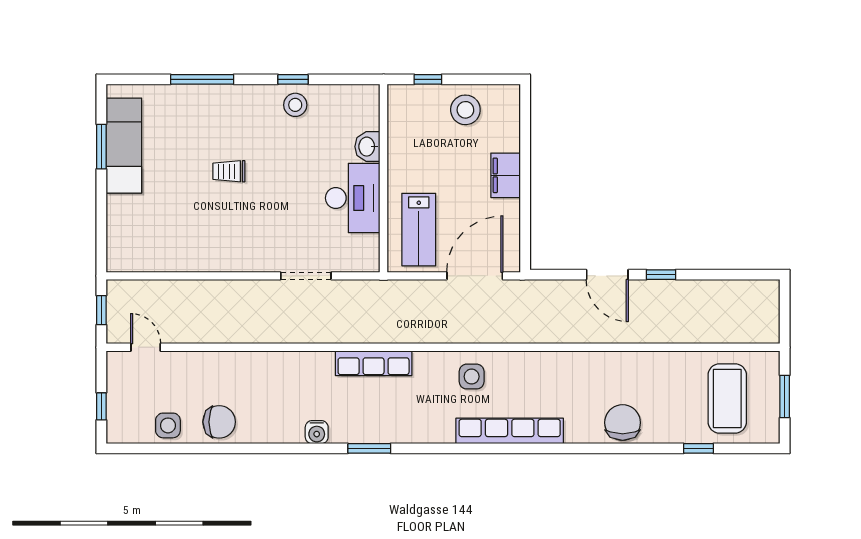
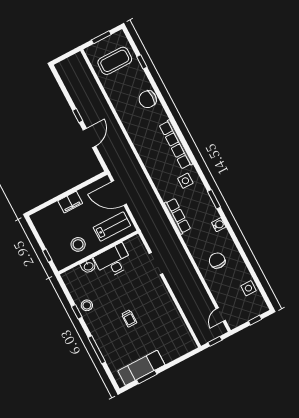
stool: (465, 110) -> (78, 244), moved
side table: (472, 377) -> (185, 181), moved
chair: (219, 422) -> (217, 261), moved

